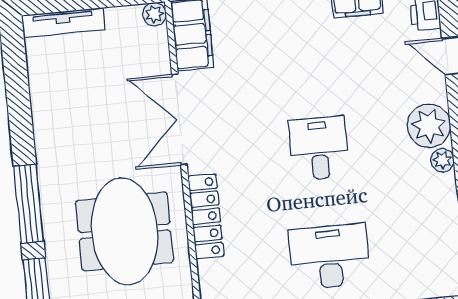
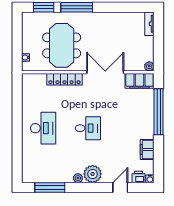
tv unit: (63, 23) -> (149, 24), width x0.71
meeting table: (125, 231) -> (62, 45), turned 90

